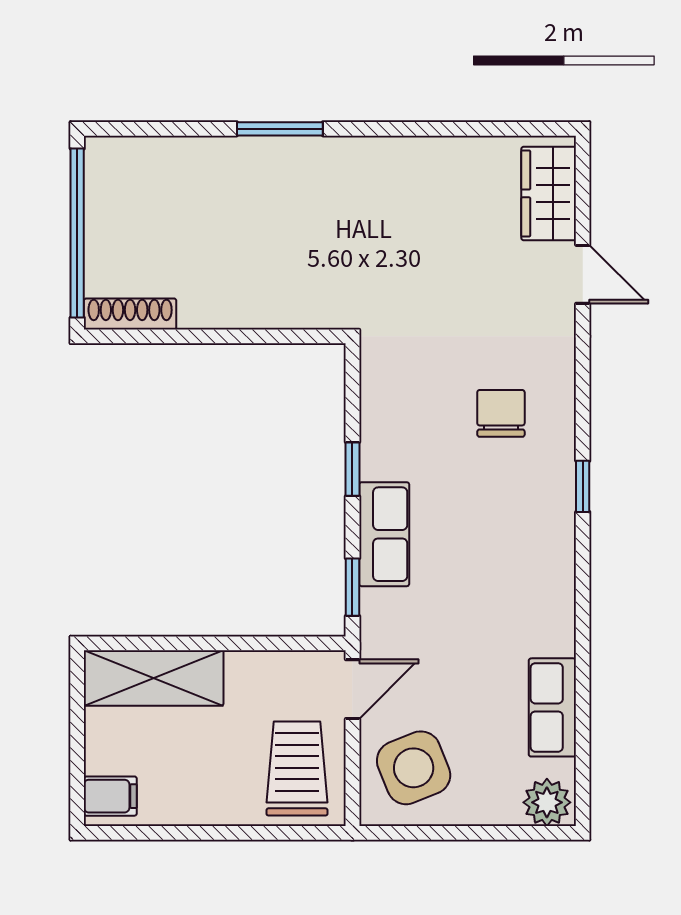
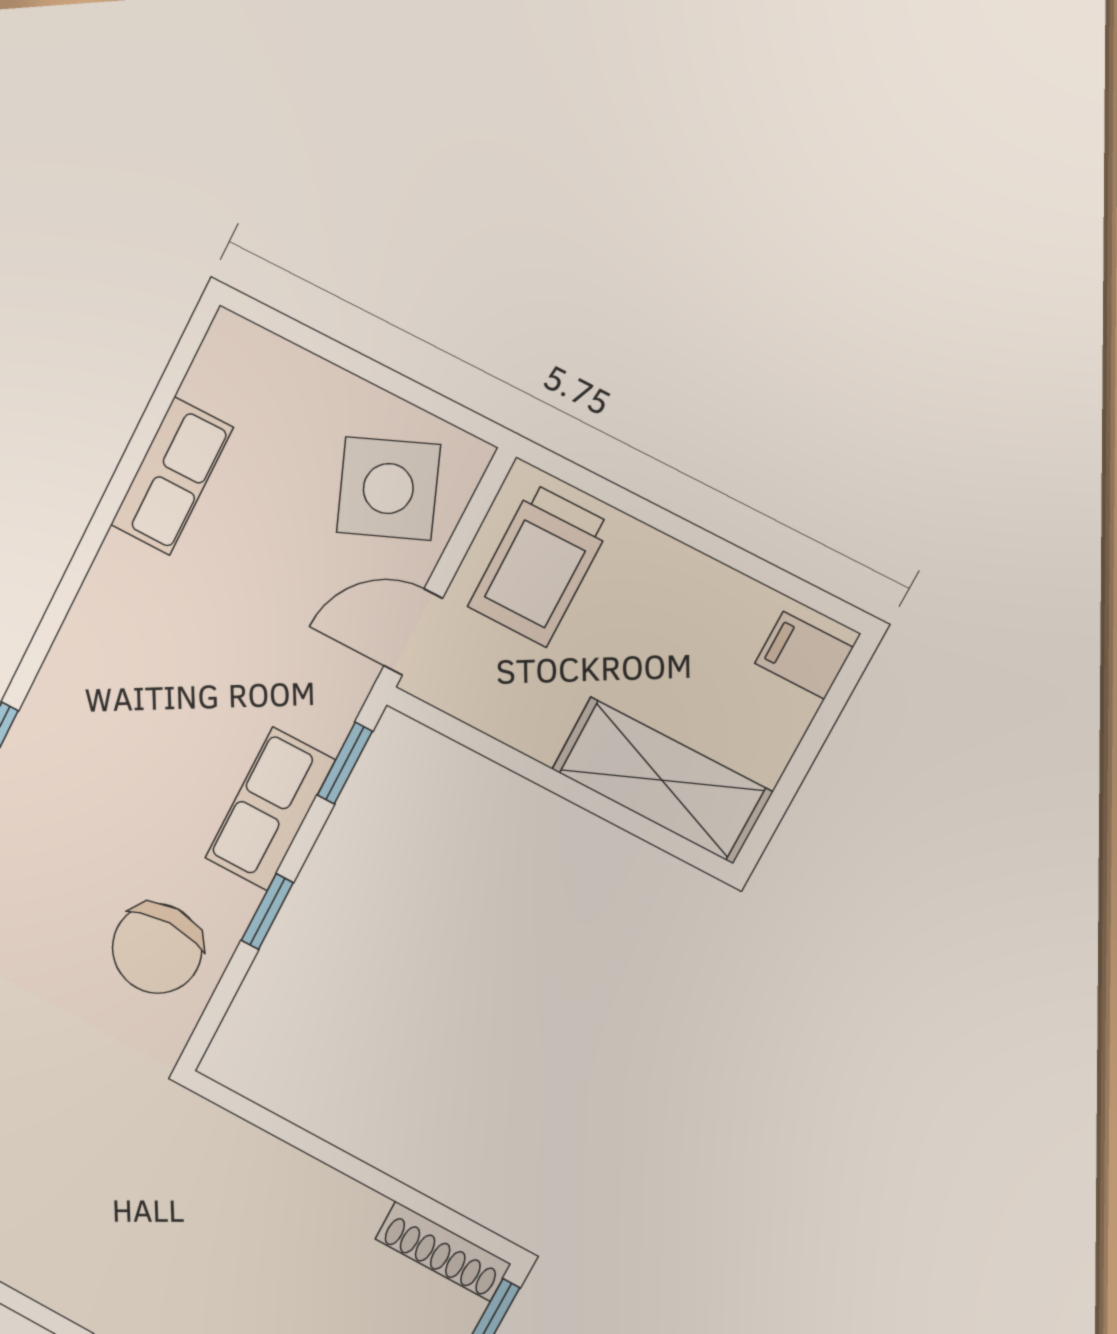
chair: (501, 413) -> (157, 948), moved, width x1.37, depth x1.37
plant: (547, 802) -> (241, 355), removed

